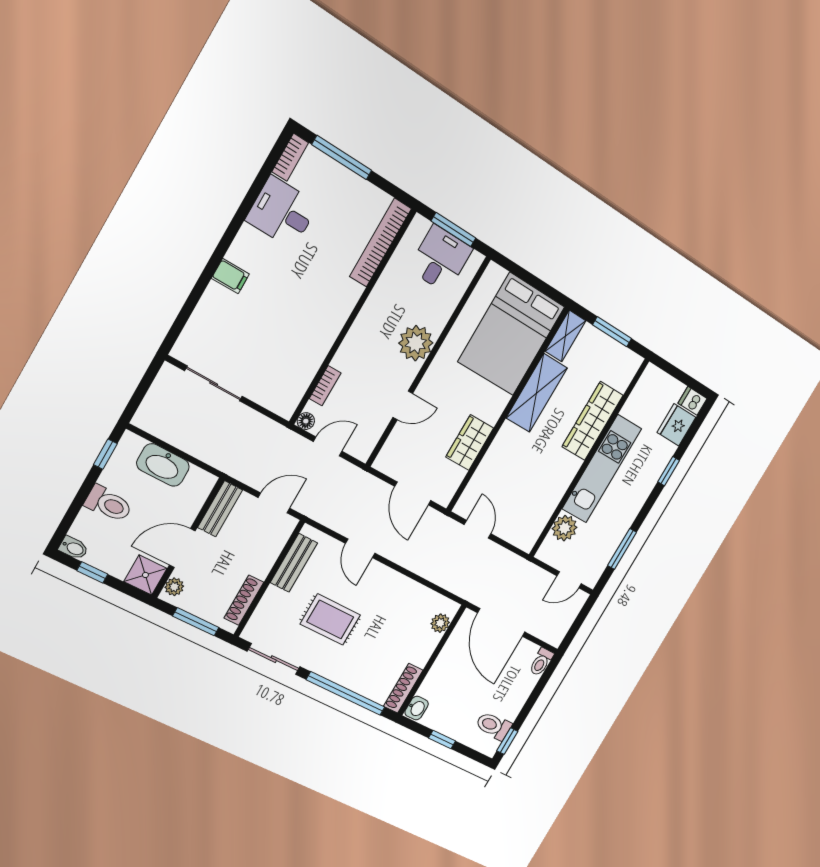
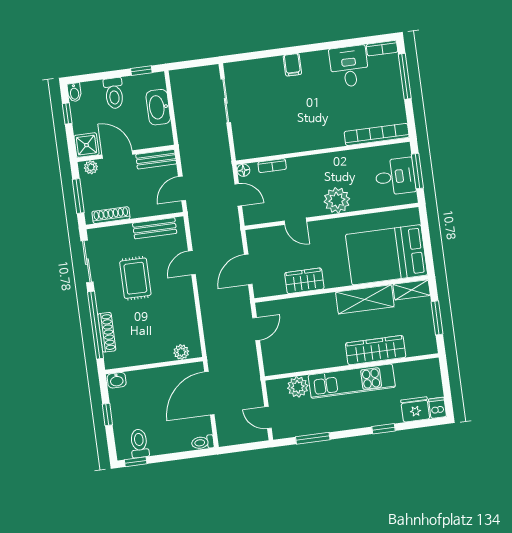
door: (274, 503) -> (182, 188), swing flipped
shoe rack: (403, 688) -> (107, 332), moved, turned 90

